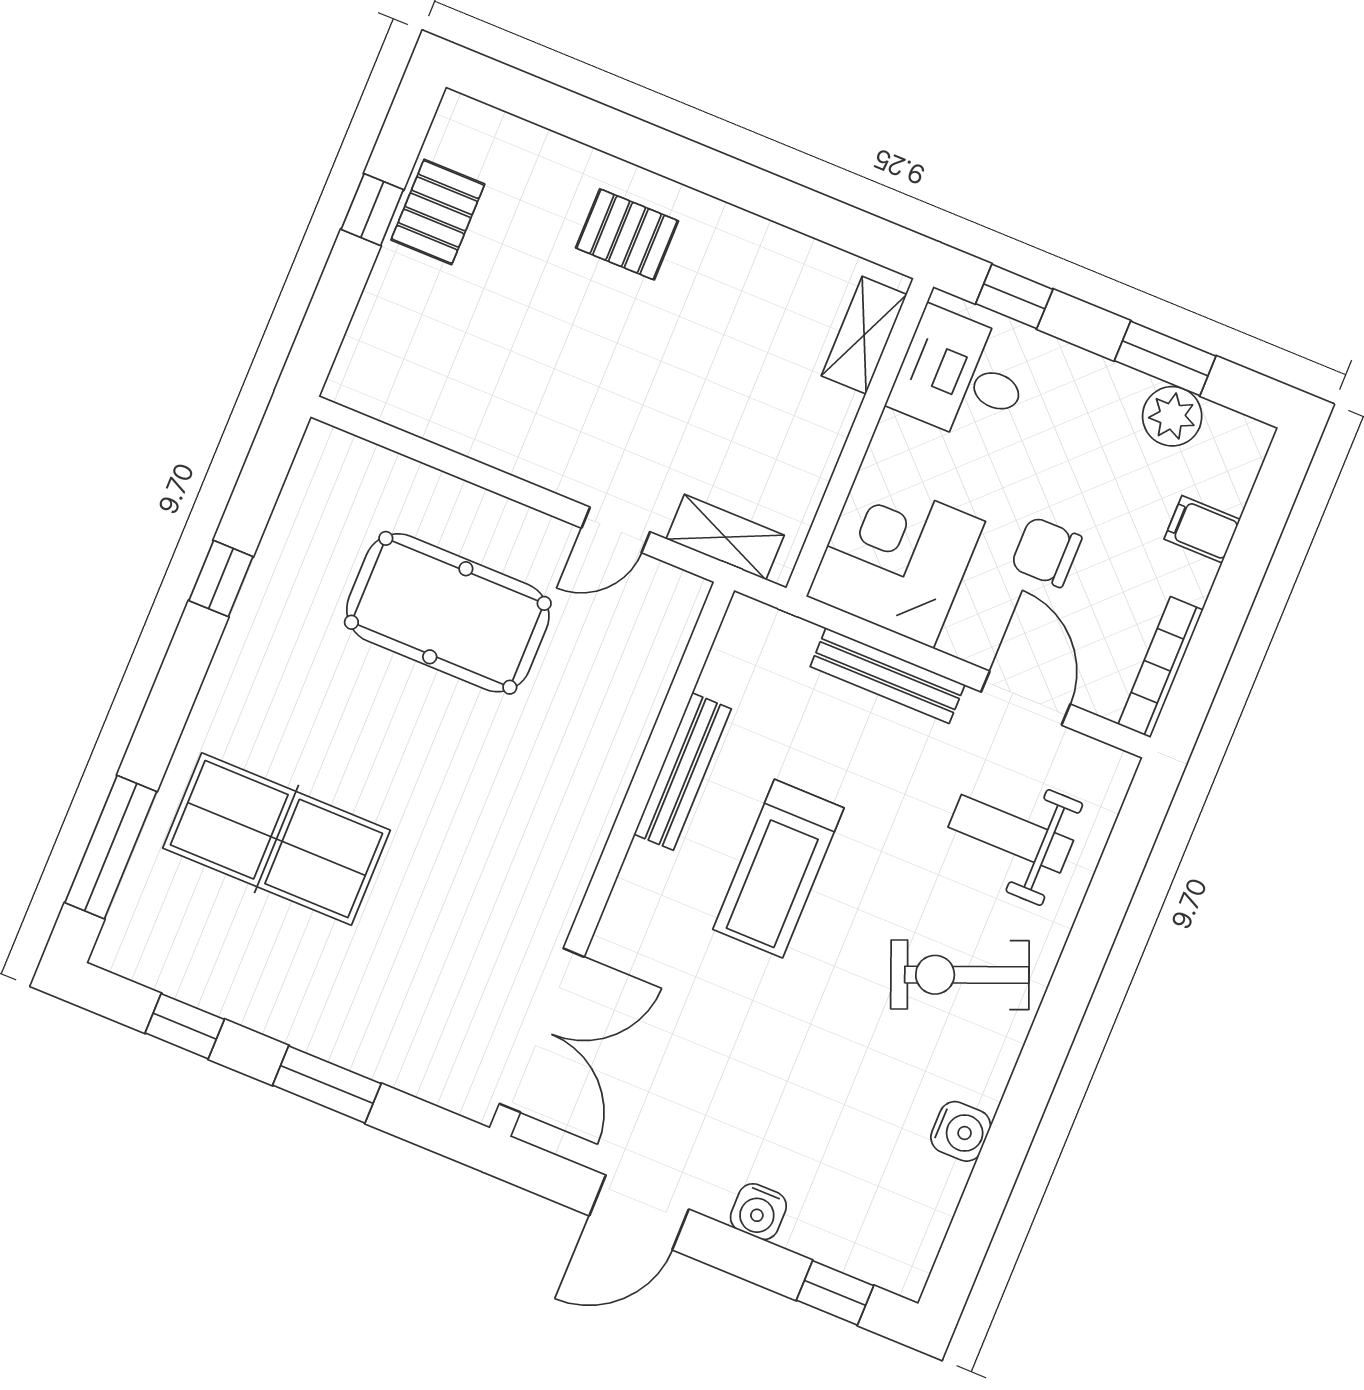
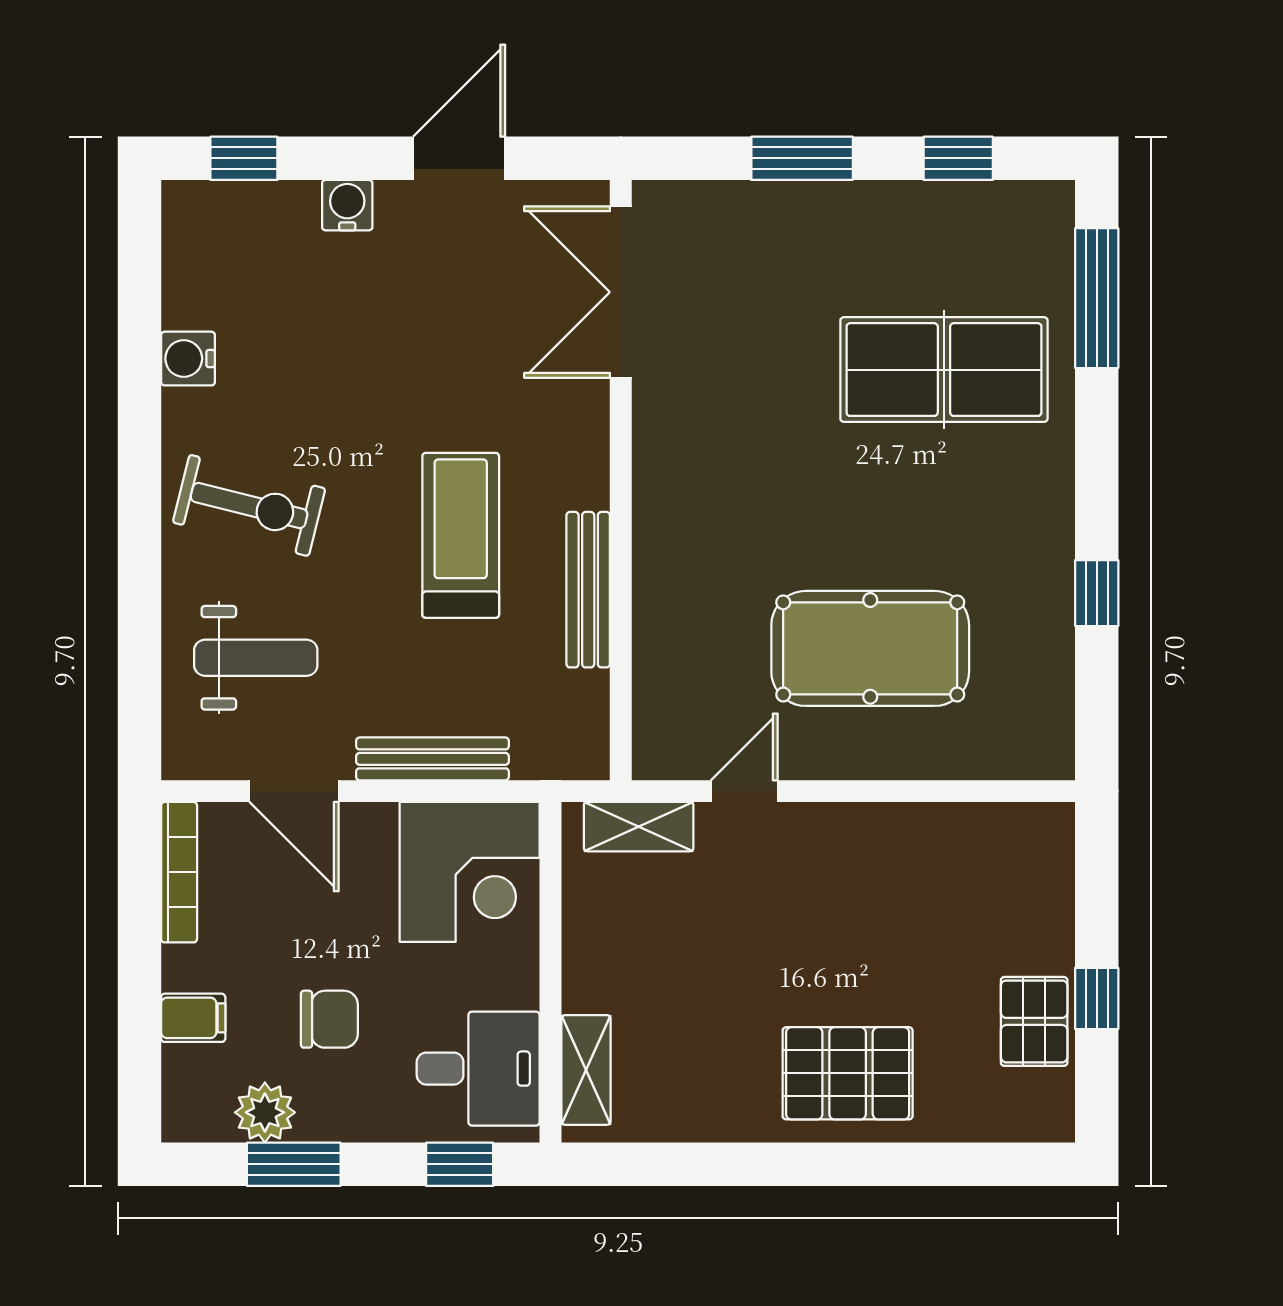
pallet: (627, 234) -> (848, 1073), width x1.50, depth x1.42
chair: (1046, 552) -> (329, 1019), moved
exercise bike: (960, 975) -> (249, 505), turned 36

